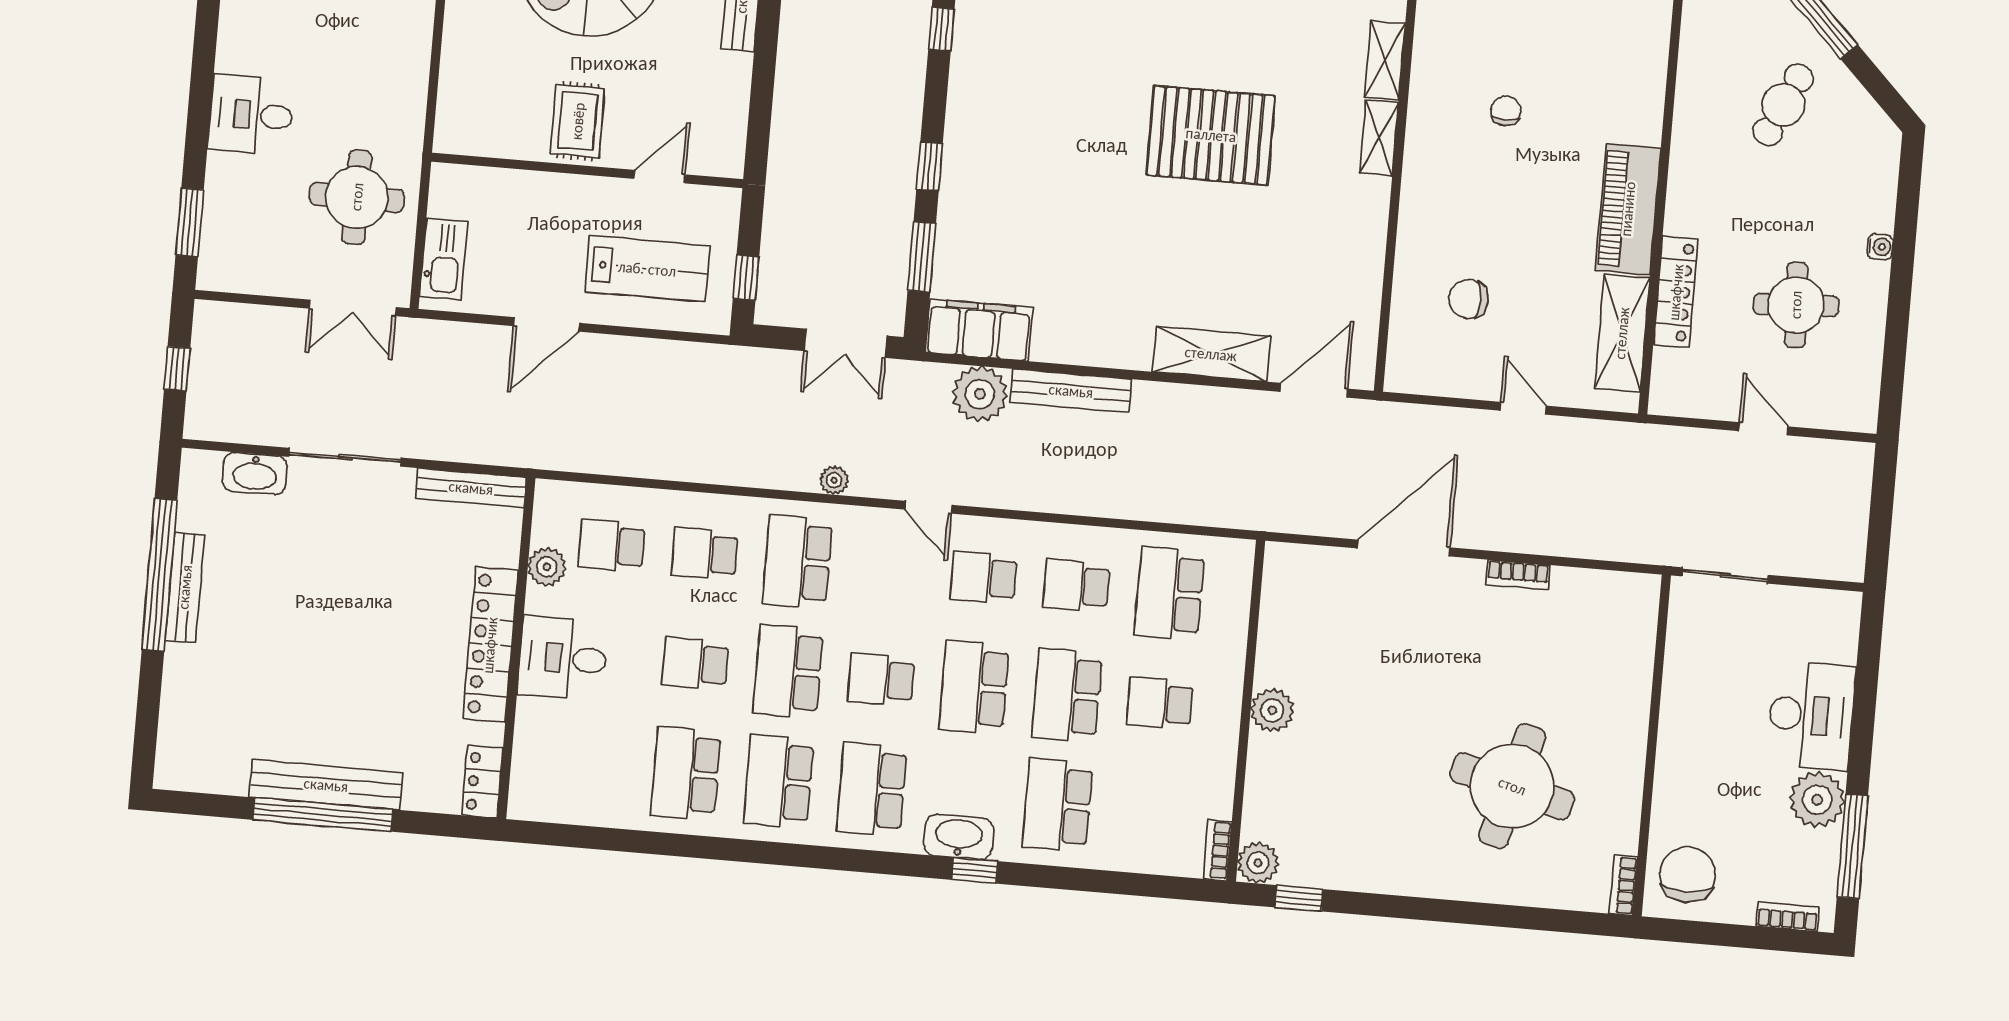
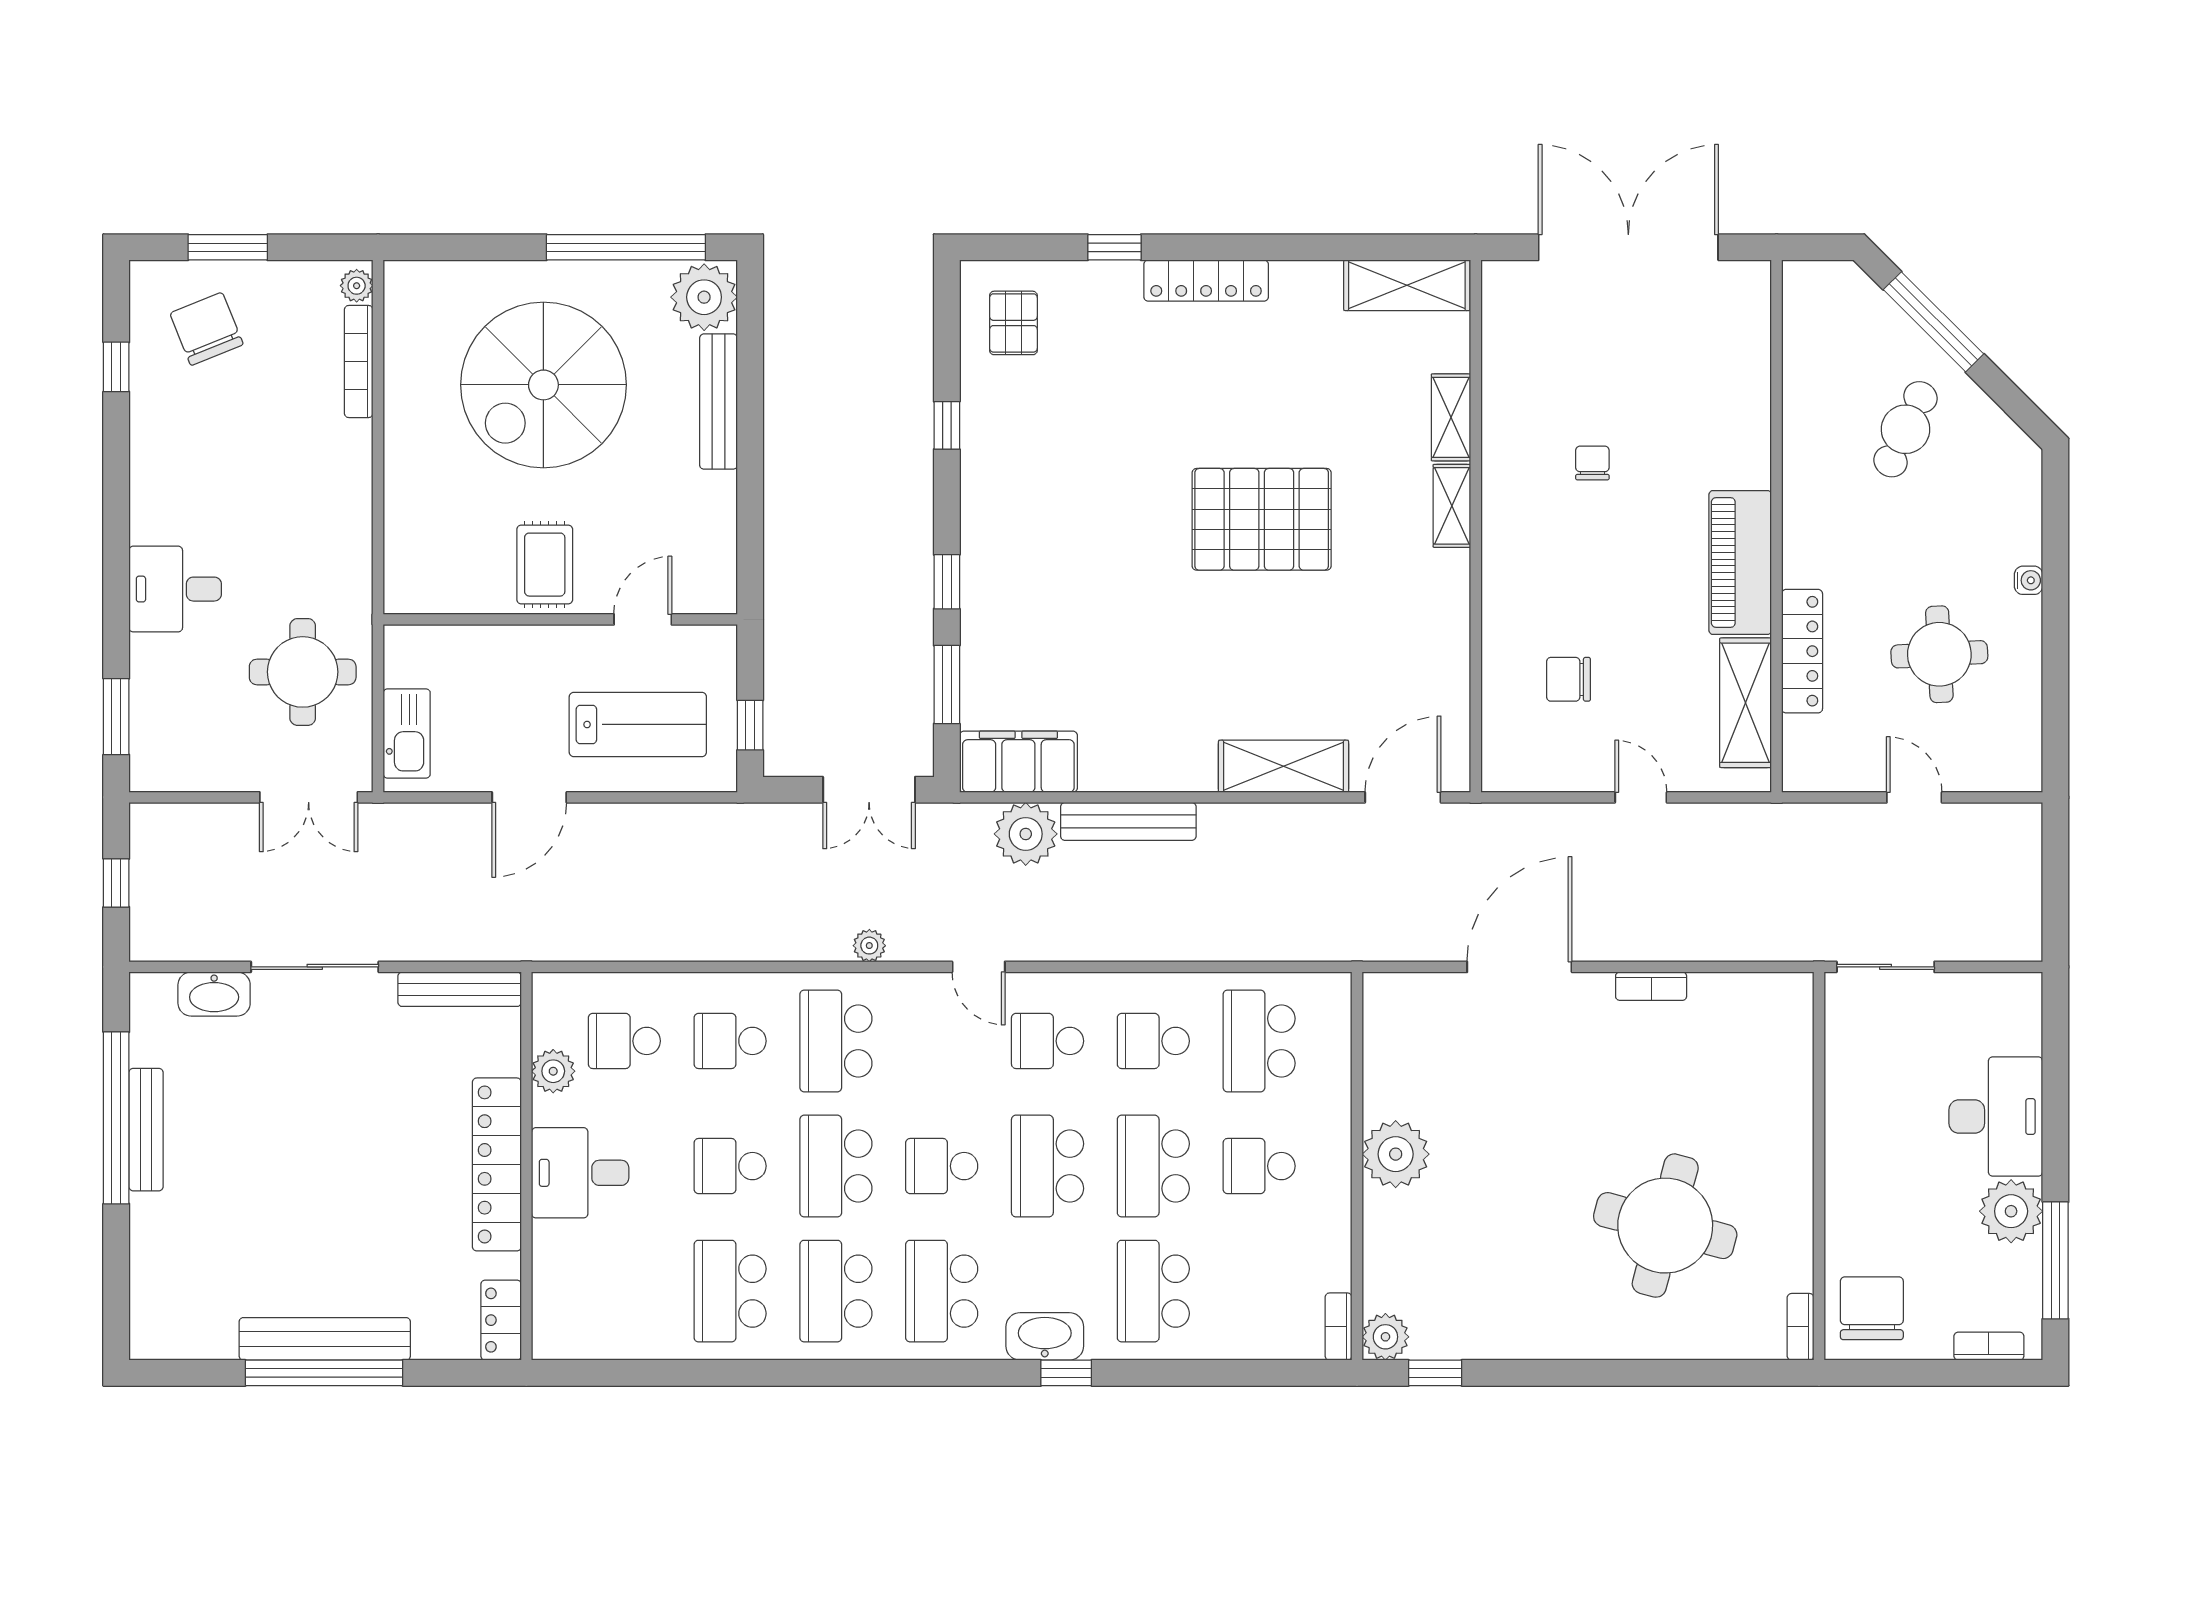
plant: (1272, 710) -> (1396, 1154), width x1.36, depth x1.36

